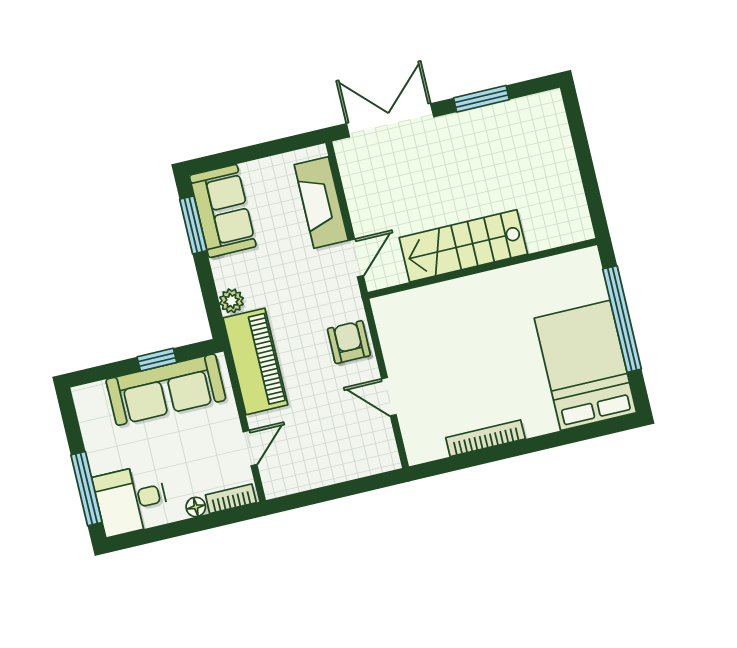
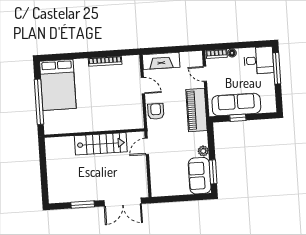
fireplace: (321, 202) -> (161, 61), moved, turned 90
plant: (231, 301) -> (203, 151), moved
armchair: (349, 342) -> (156, 111), turned 180
door: (250, 448) -> (205, 74), hinge flipped

